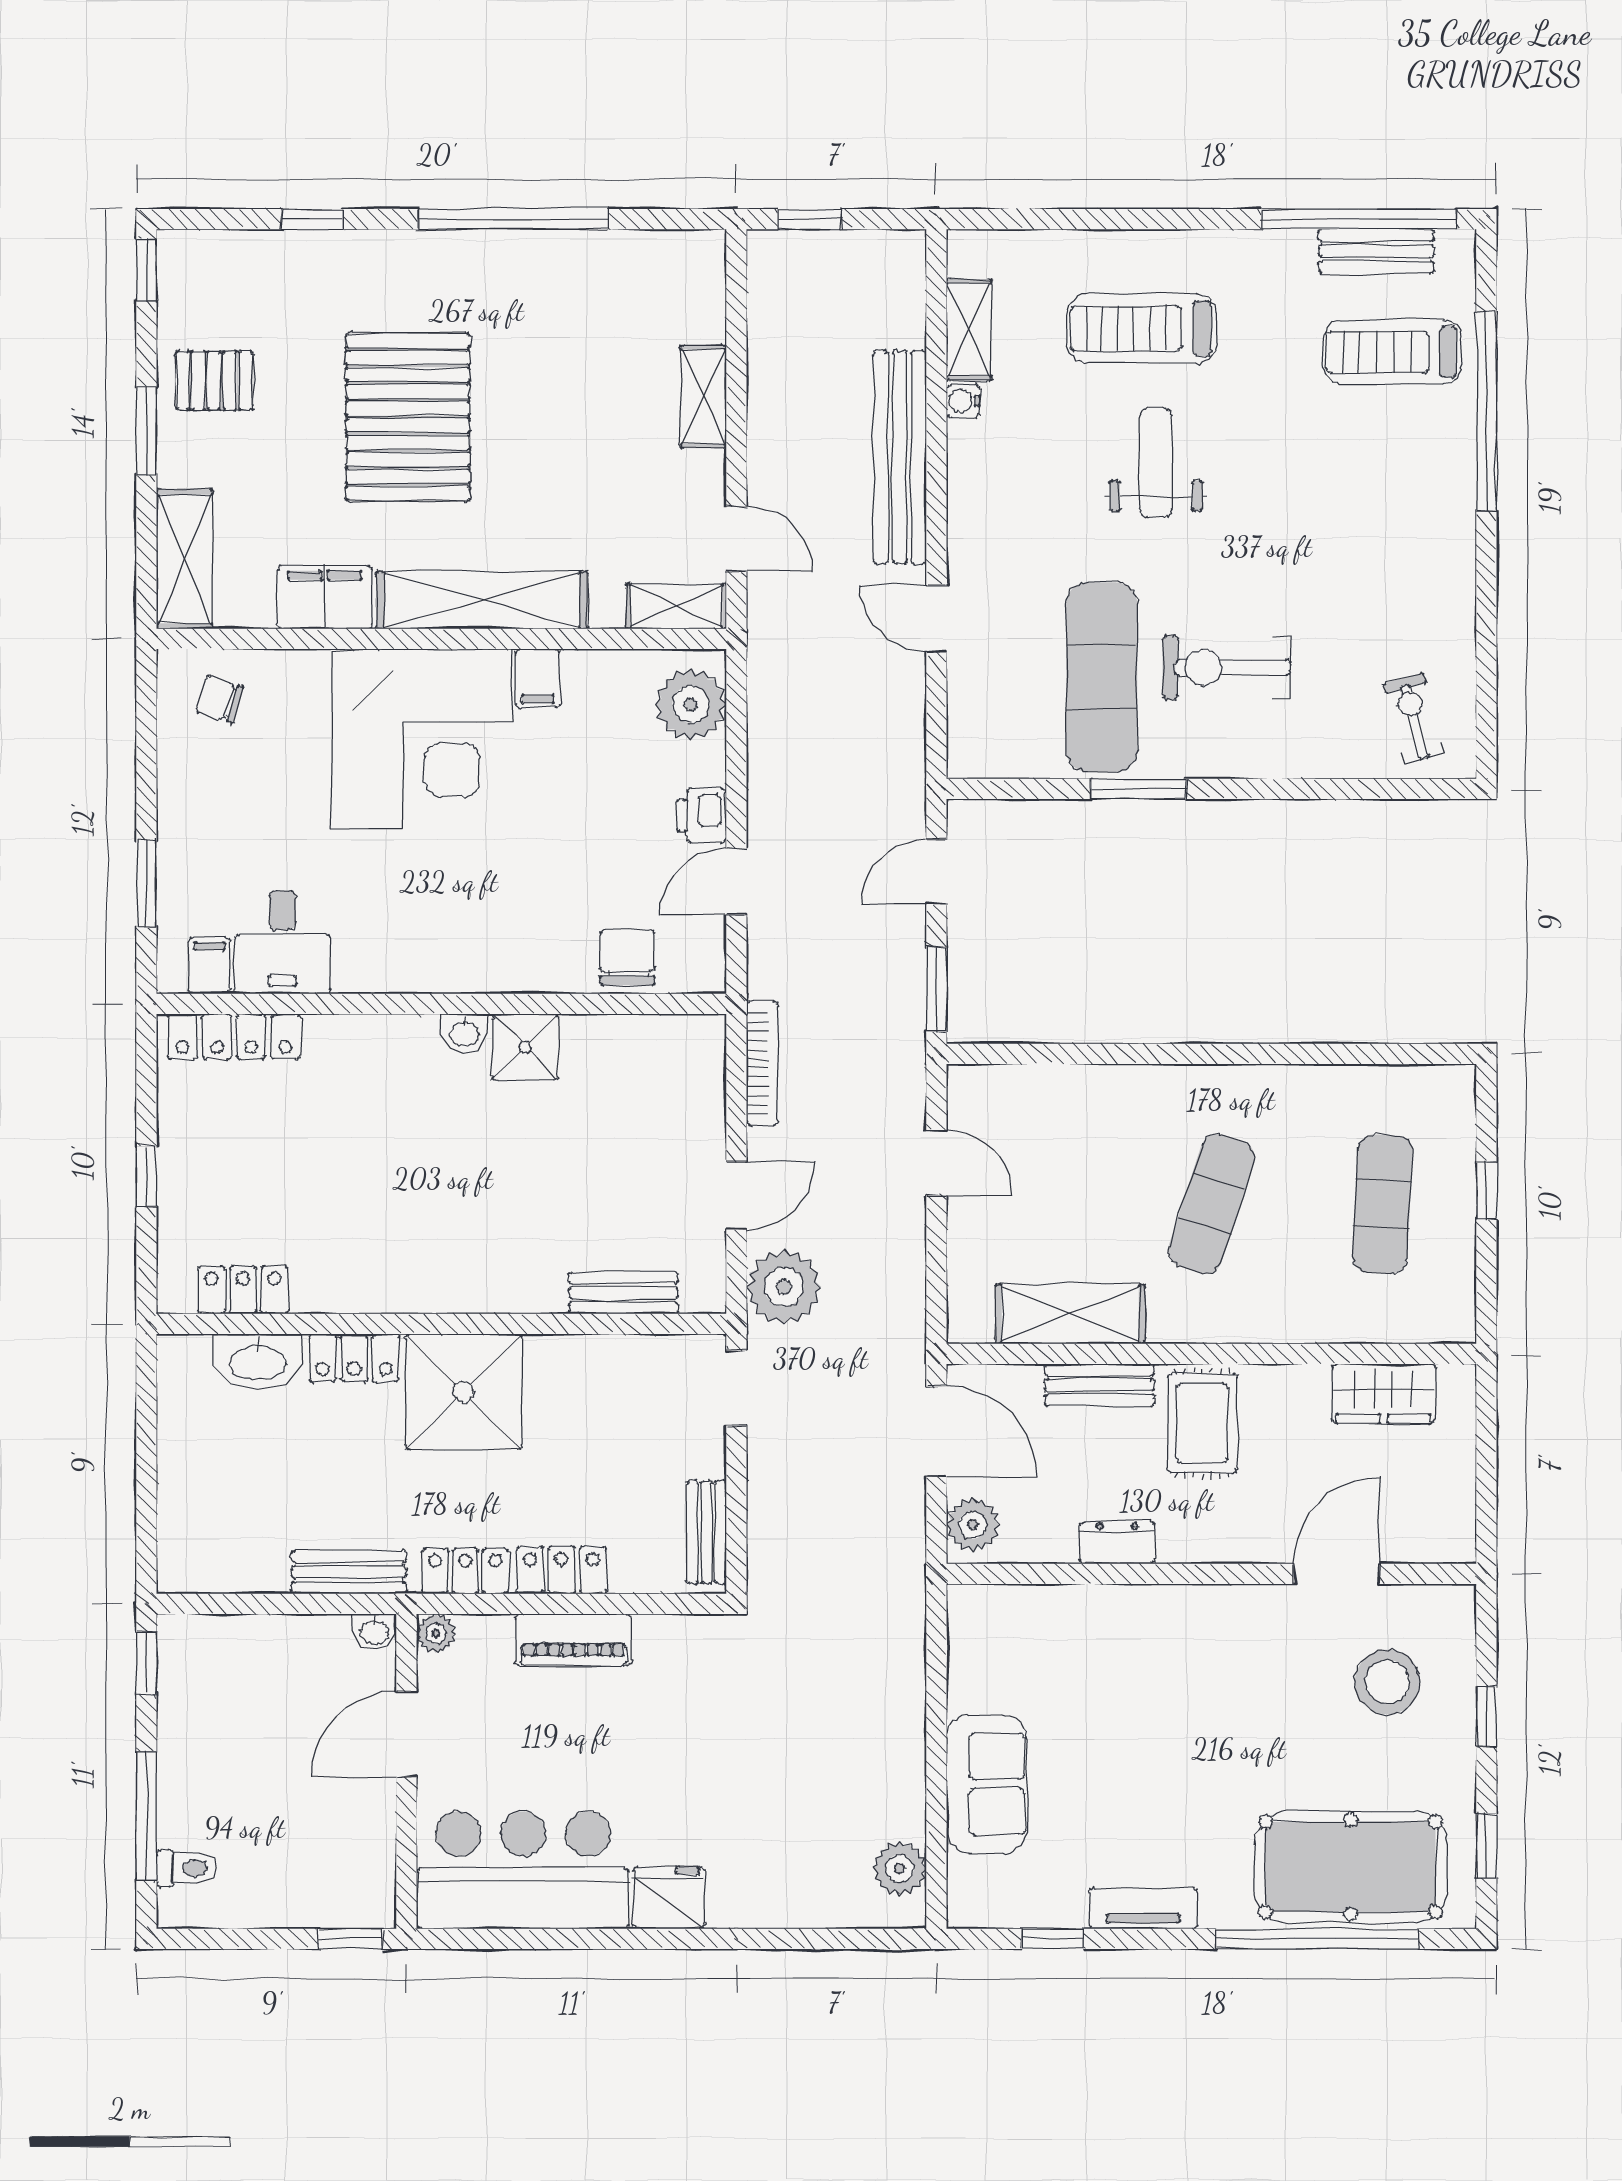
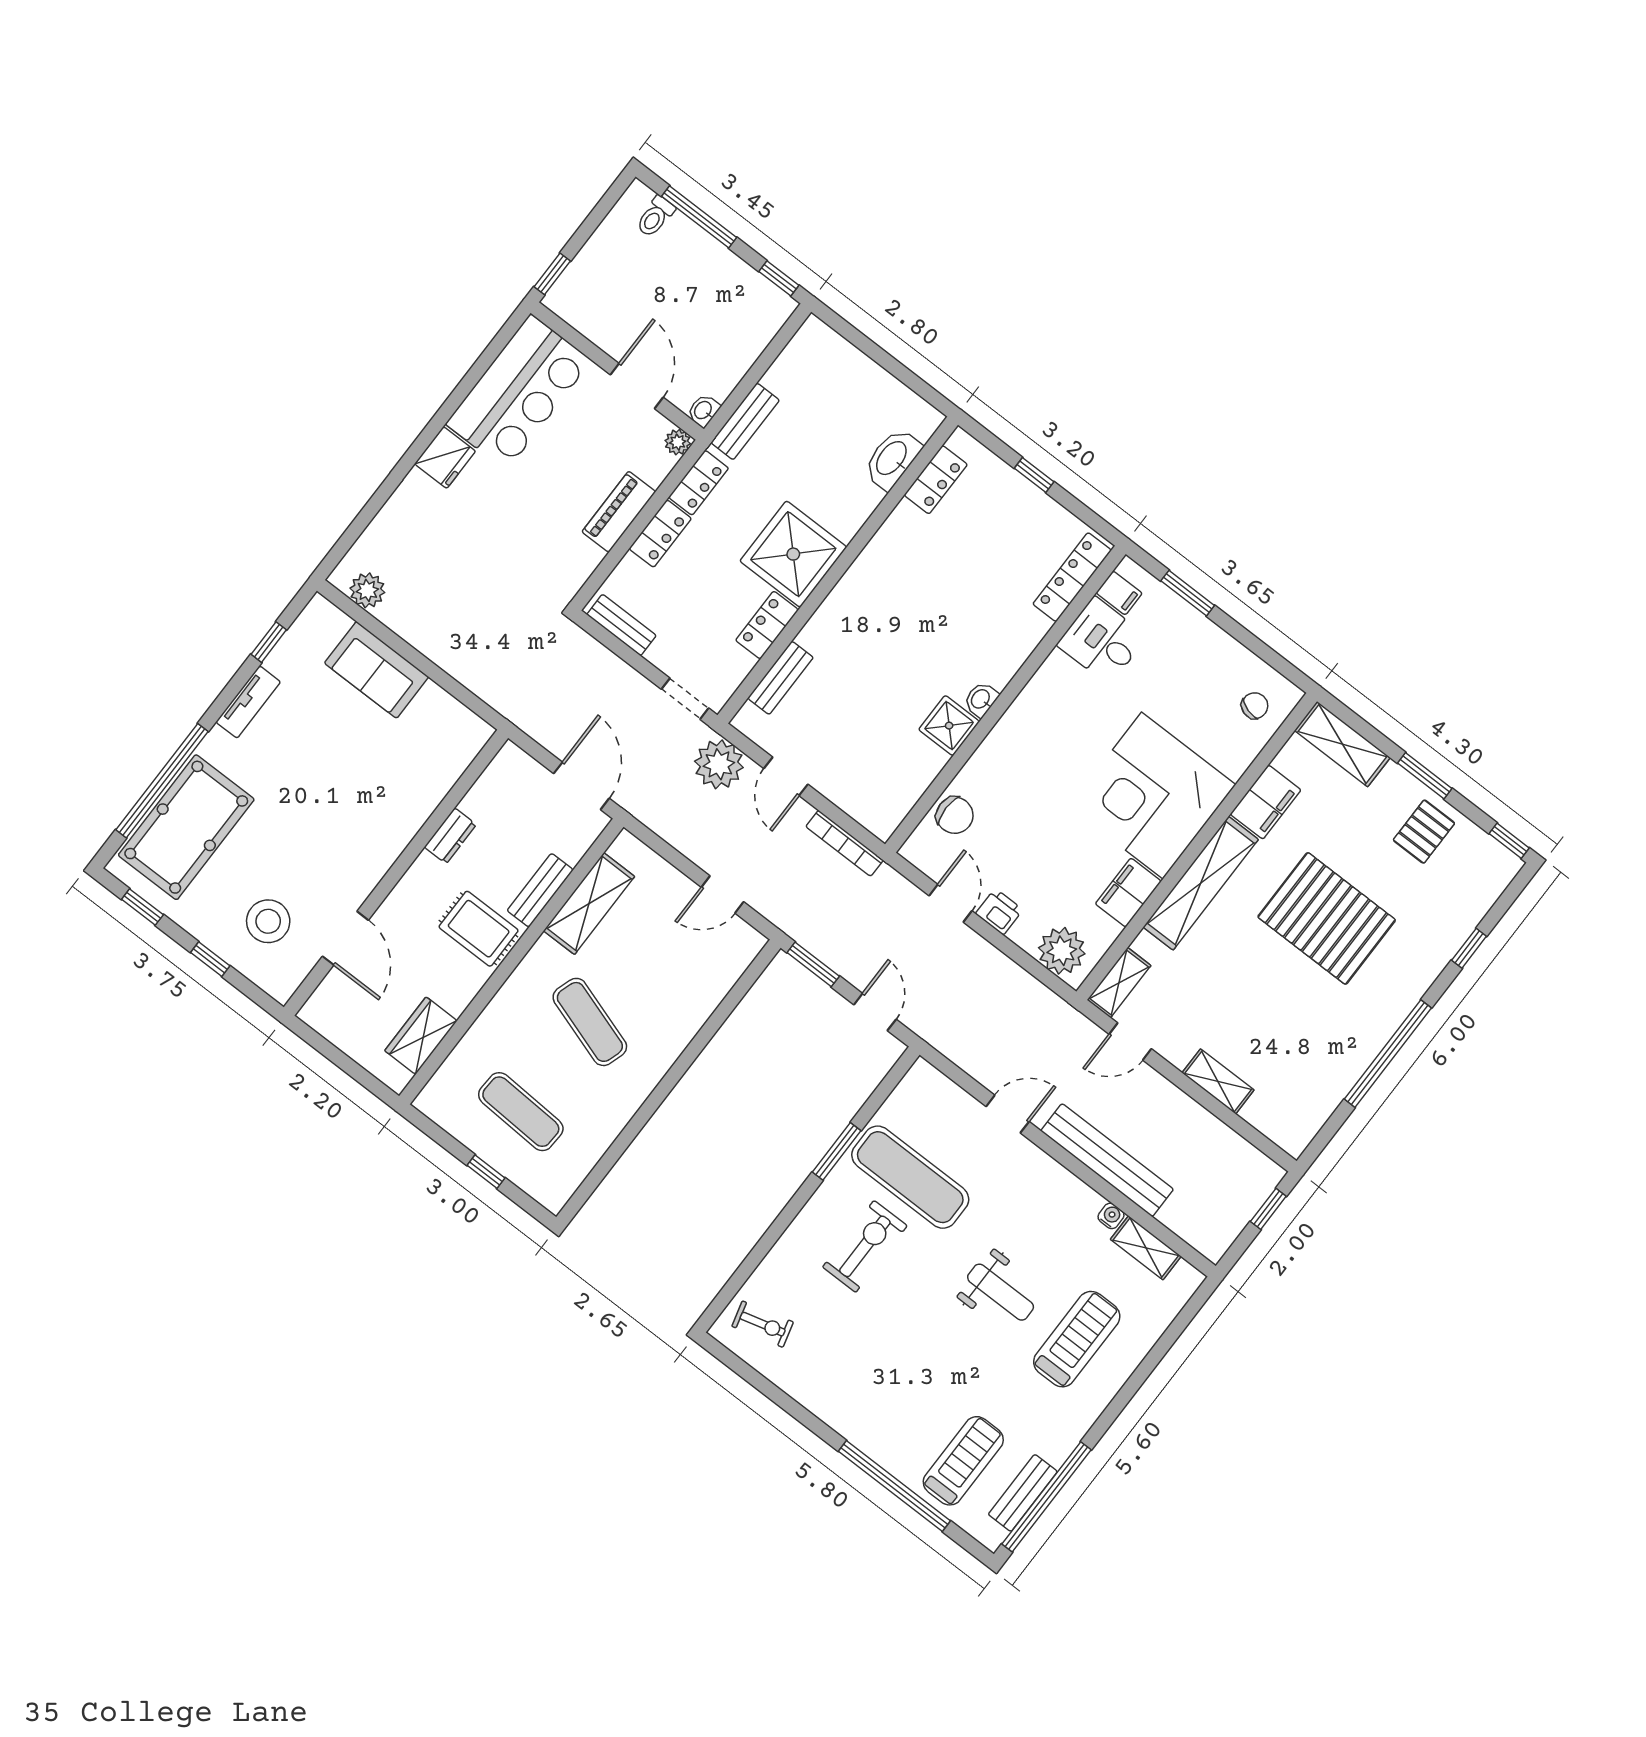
filing cabinet: (538, 678) -> (1128, 893), width x2.00
locker: (354, 1358) -> (767, 625), moved
door: (936, 1432) -> (581, 786), swing flipped
plant: (973, 1525) -> (518, 767), removed

